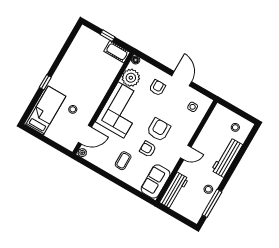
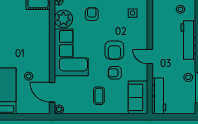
armchair: (159, 130) -> (114, 50), turned 180
door: (85, 135) -> (52, 92), swing flipped
door: (186, 153) -> (150, 57), swing flipped

